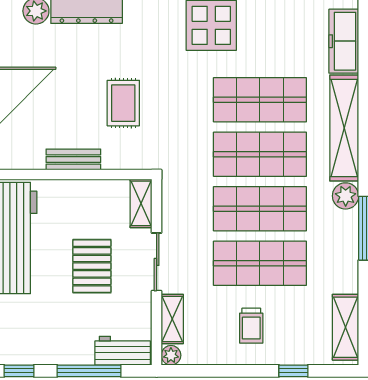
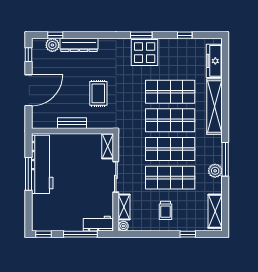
plant: (346, 196) -> (215, 171), moved
pallet: (92, 266) -> (82, 179), removed

